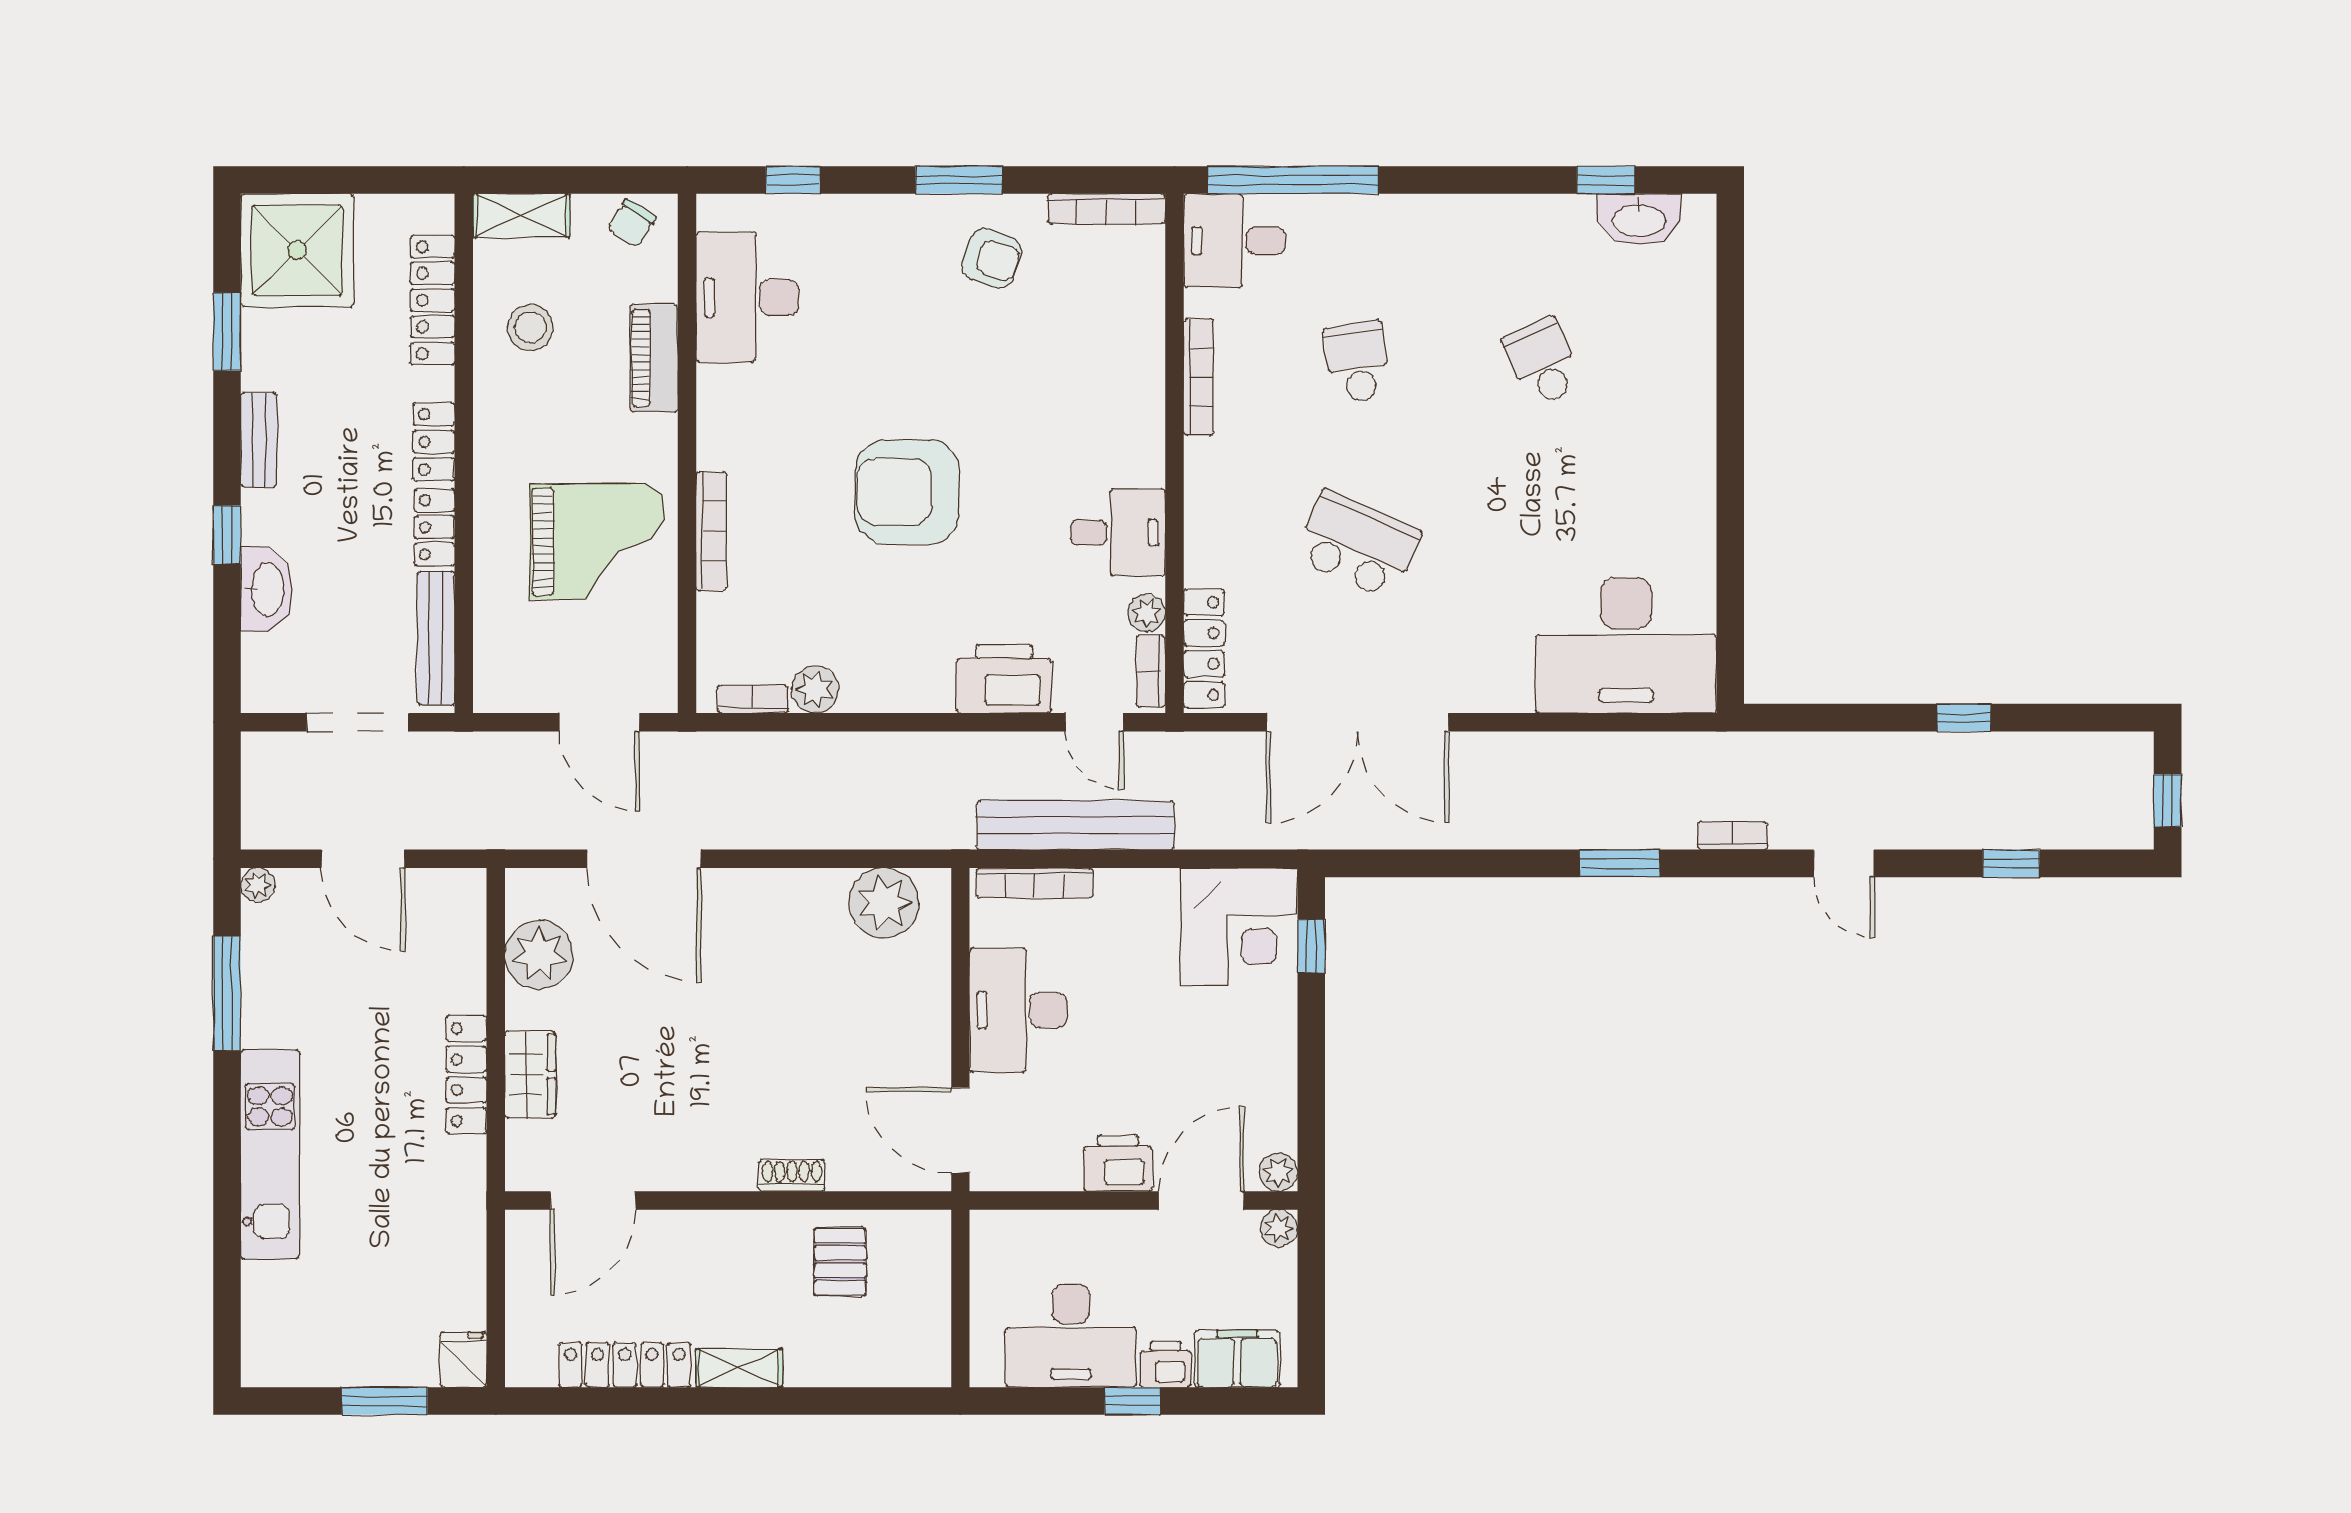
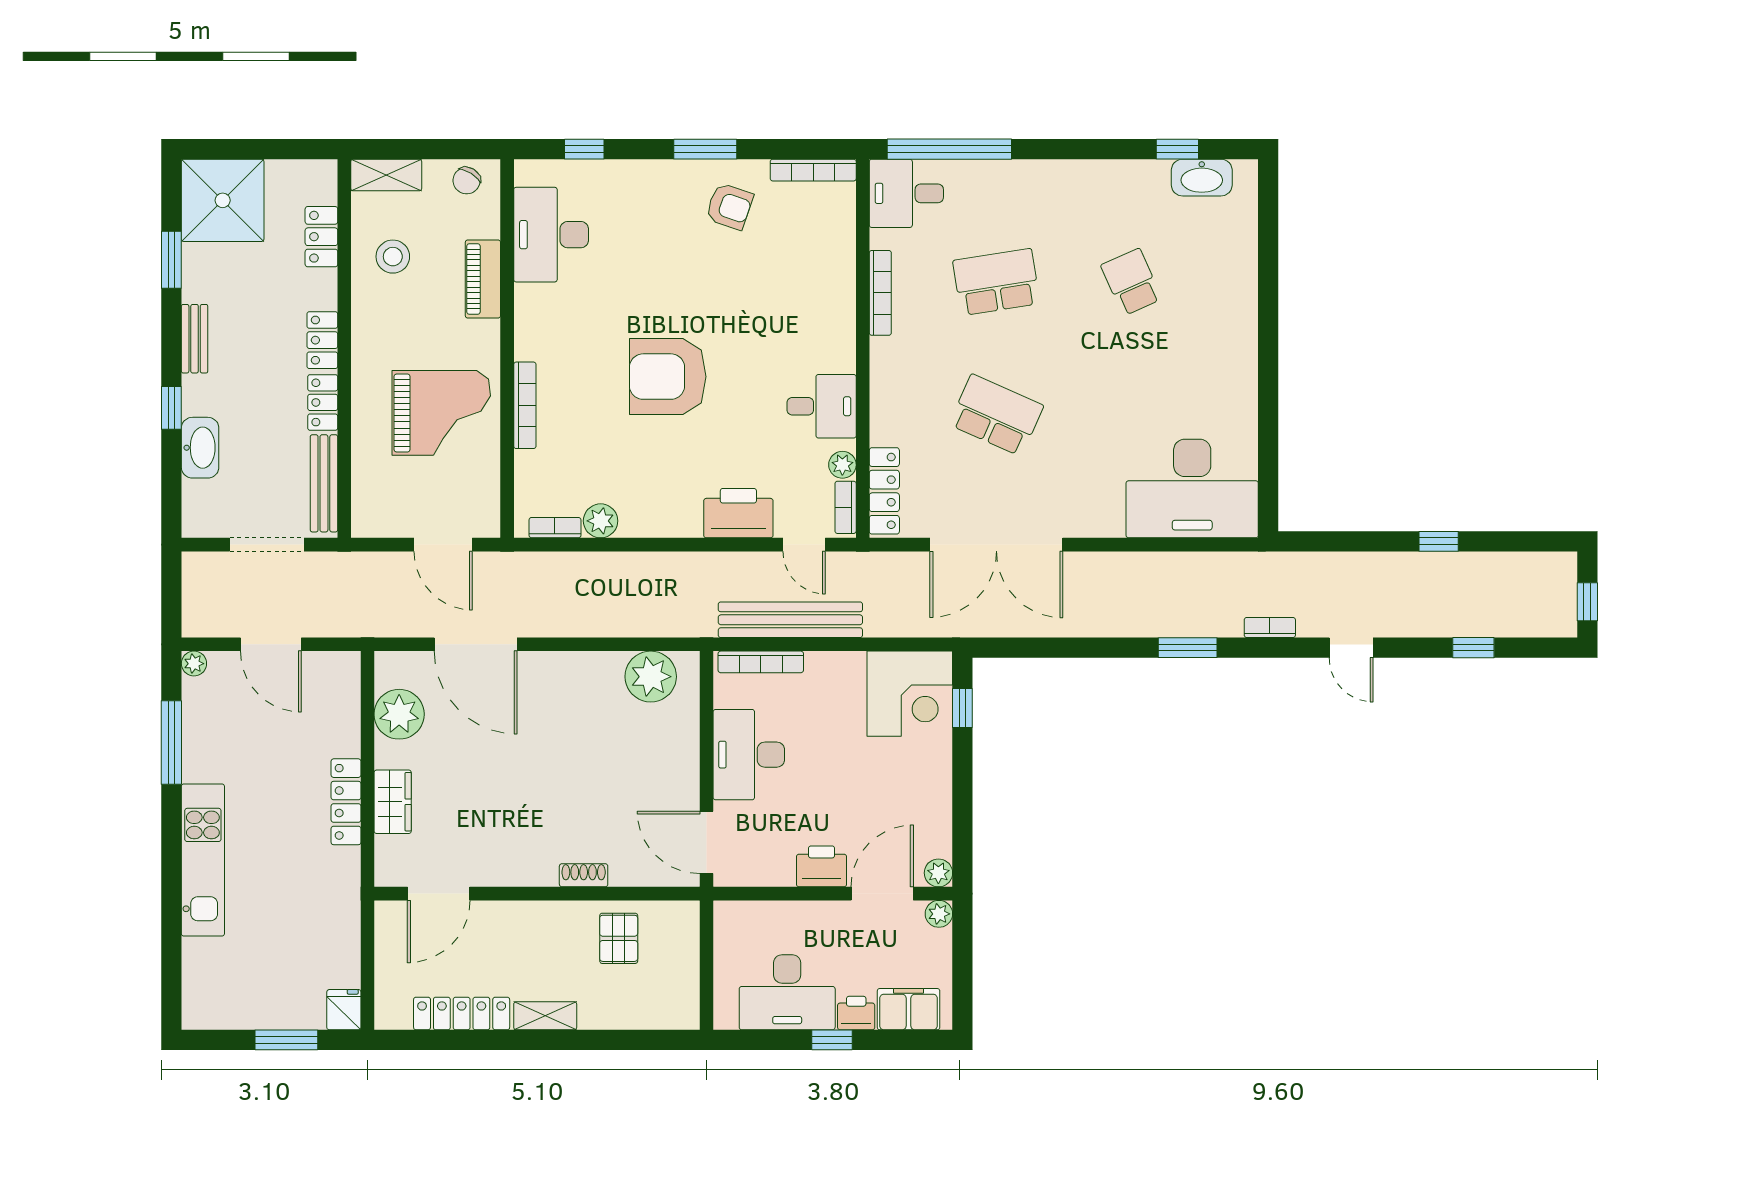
locker: (433, 300) -> (321, 237), width x0.66
school desk: (1358, 362) -> (996, 282), width x1.85

